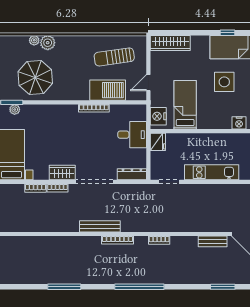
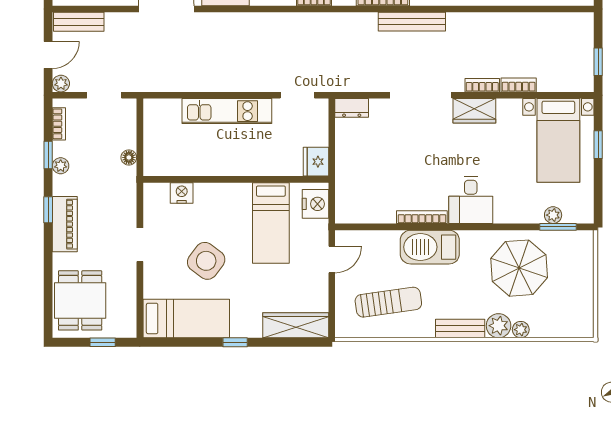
window: (228, 33) -> (235, 342), moved
bench: (71, 41) -> (460, 329), added
side table: (224, 82) -> (206, 261), turned 37
barbecue: (108, 90) -> (430, 247), moved
desk: (132, 135) -> (471, 200), moved, turned -90
dresser: (132, 174) -> (352, 108), width x0.70

